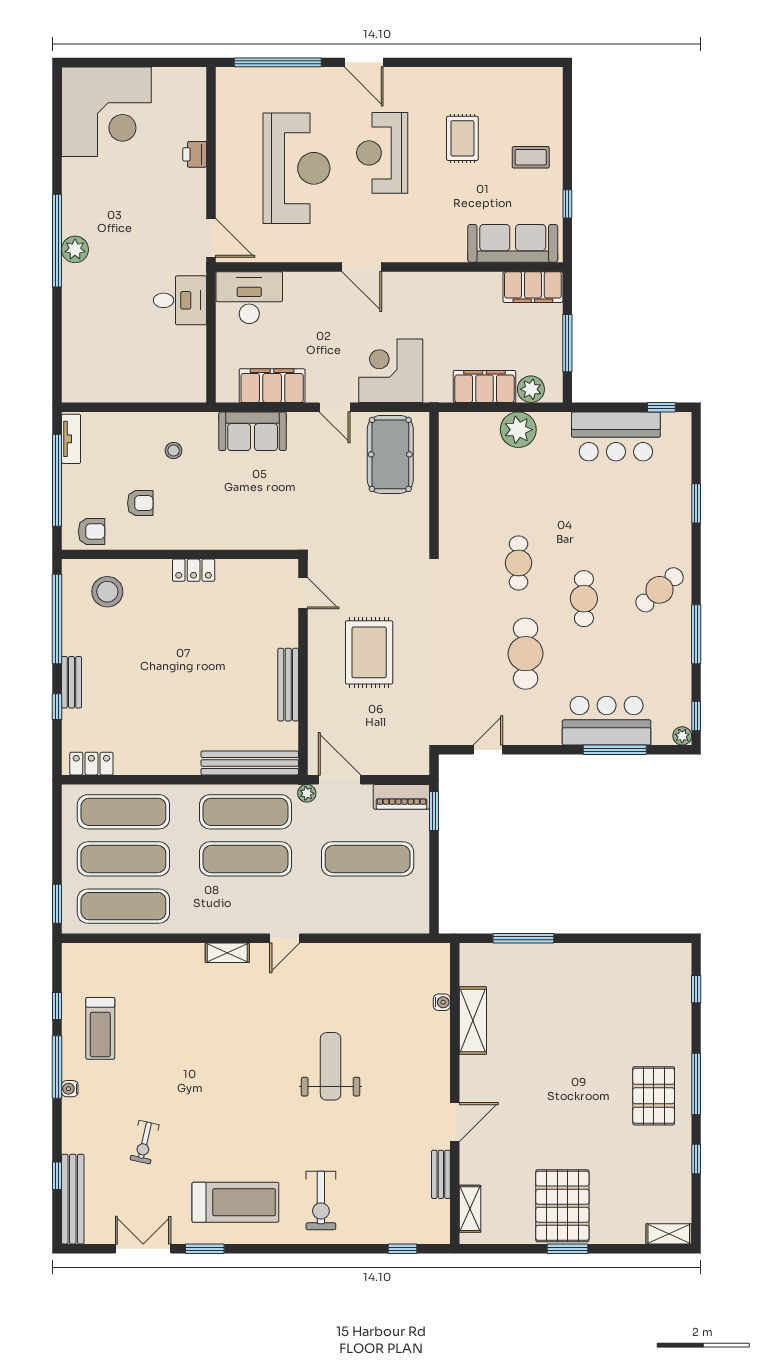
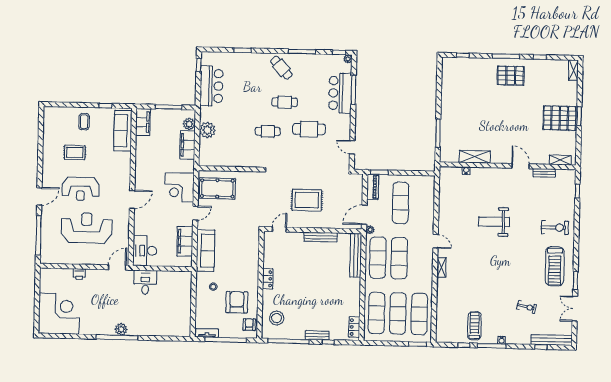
sofa: (253, 431) -> (205, 251), width x1.36
armchair: (140, 503) -> (237, 302), width x1.88, depth x1.88
treadmill: (100, 1028) -> (474, 326), turned -90
treadmill: (235, 1202) -> (555, 266), turned 180

